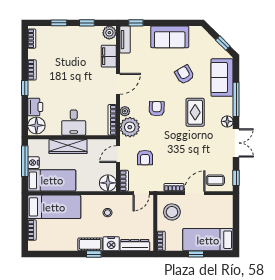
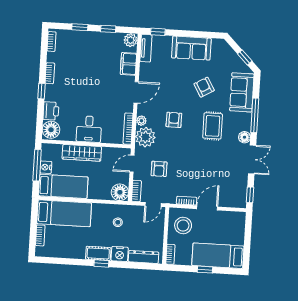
coffee table: (215, 180) -> (229, 196), removed

